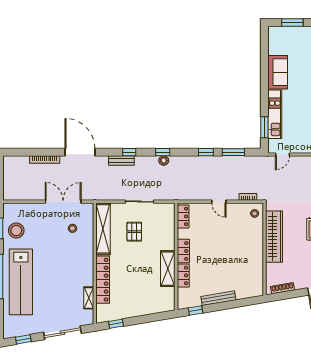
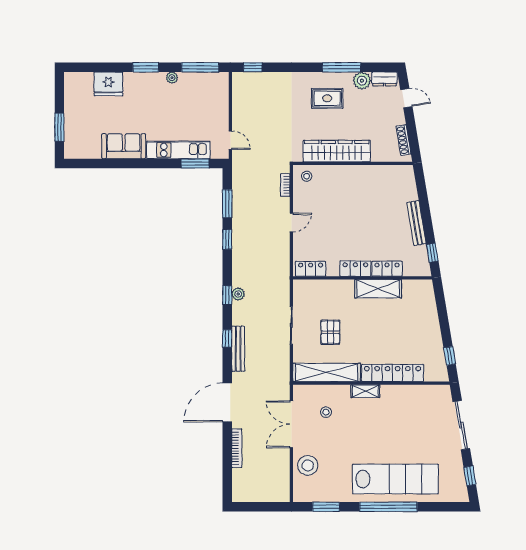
bench: (121, 161) -> (238, 349), width x1.36
stool: (16, 230) -> (308, 465), moved
pallet: (134, 232) -> (330, 332), turned 90
shelving: (89, 298) -> (365, 391), moved

